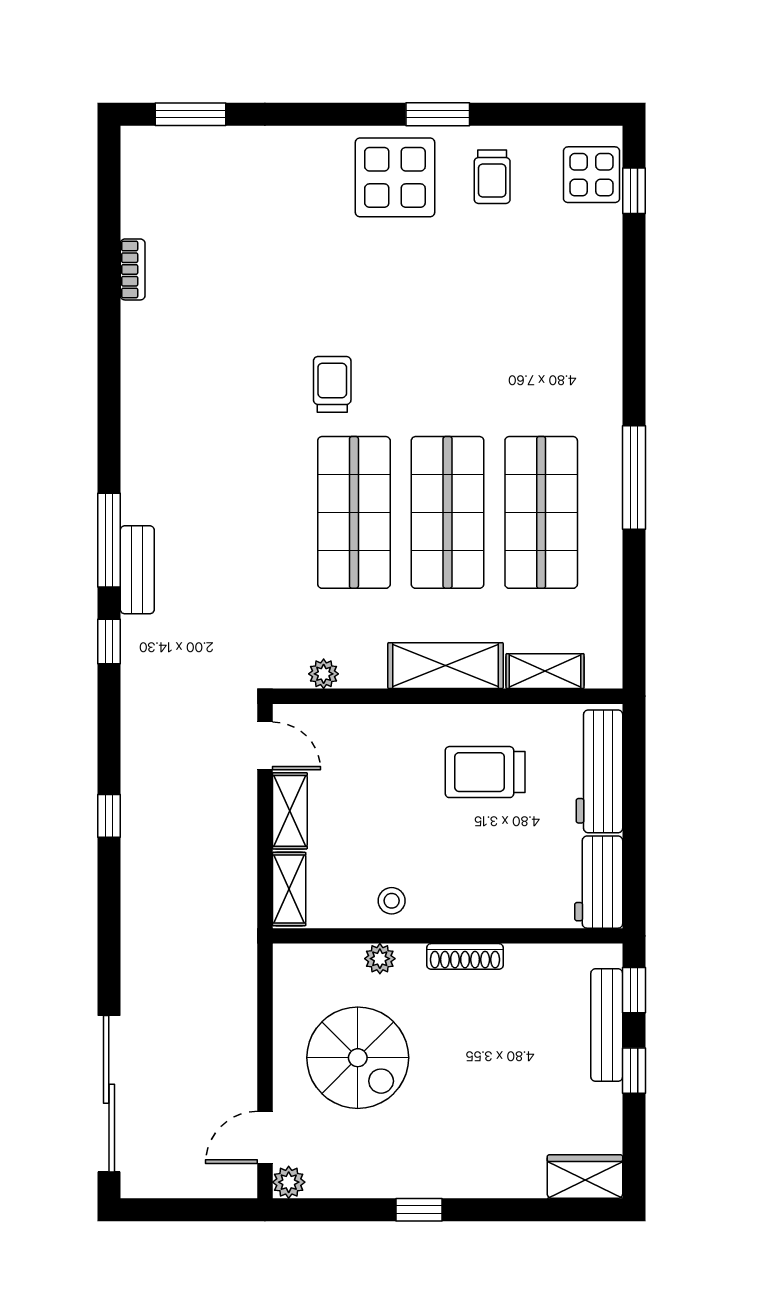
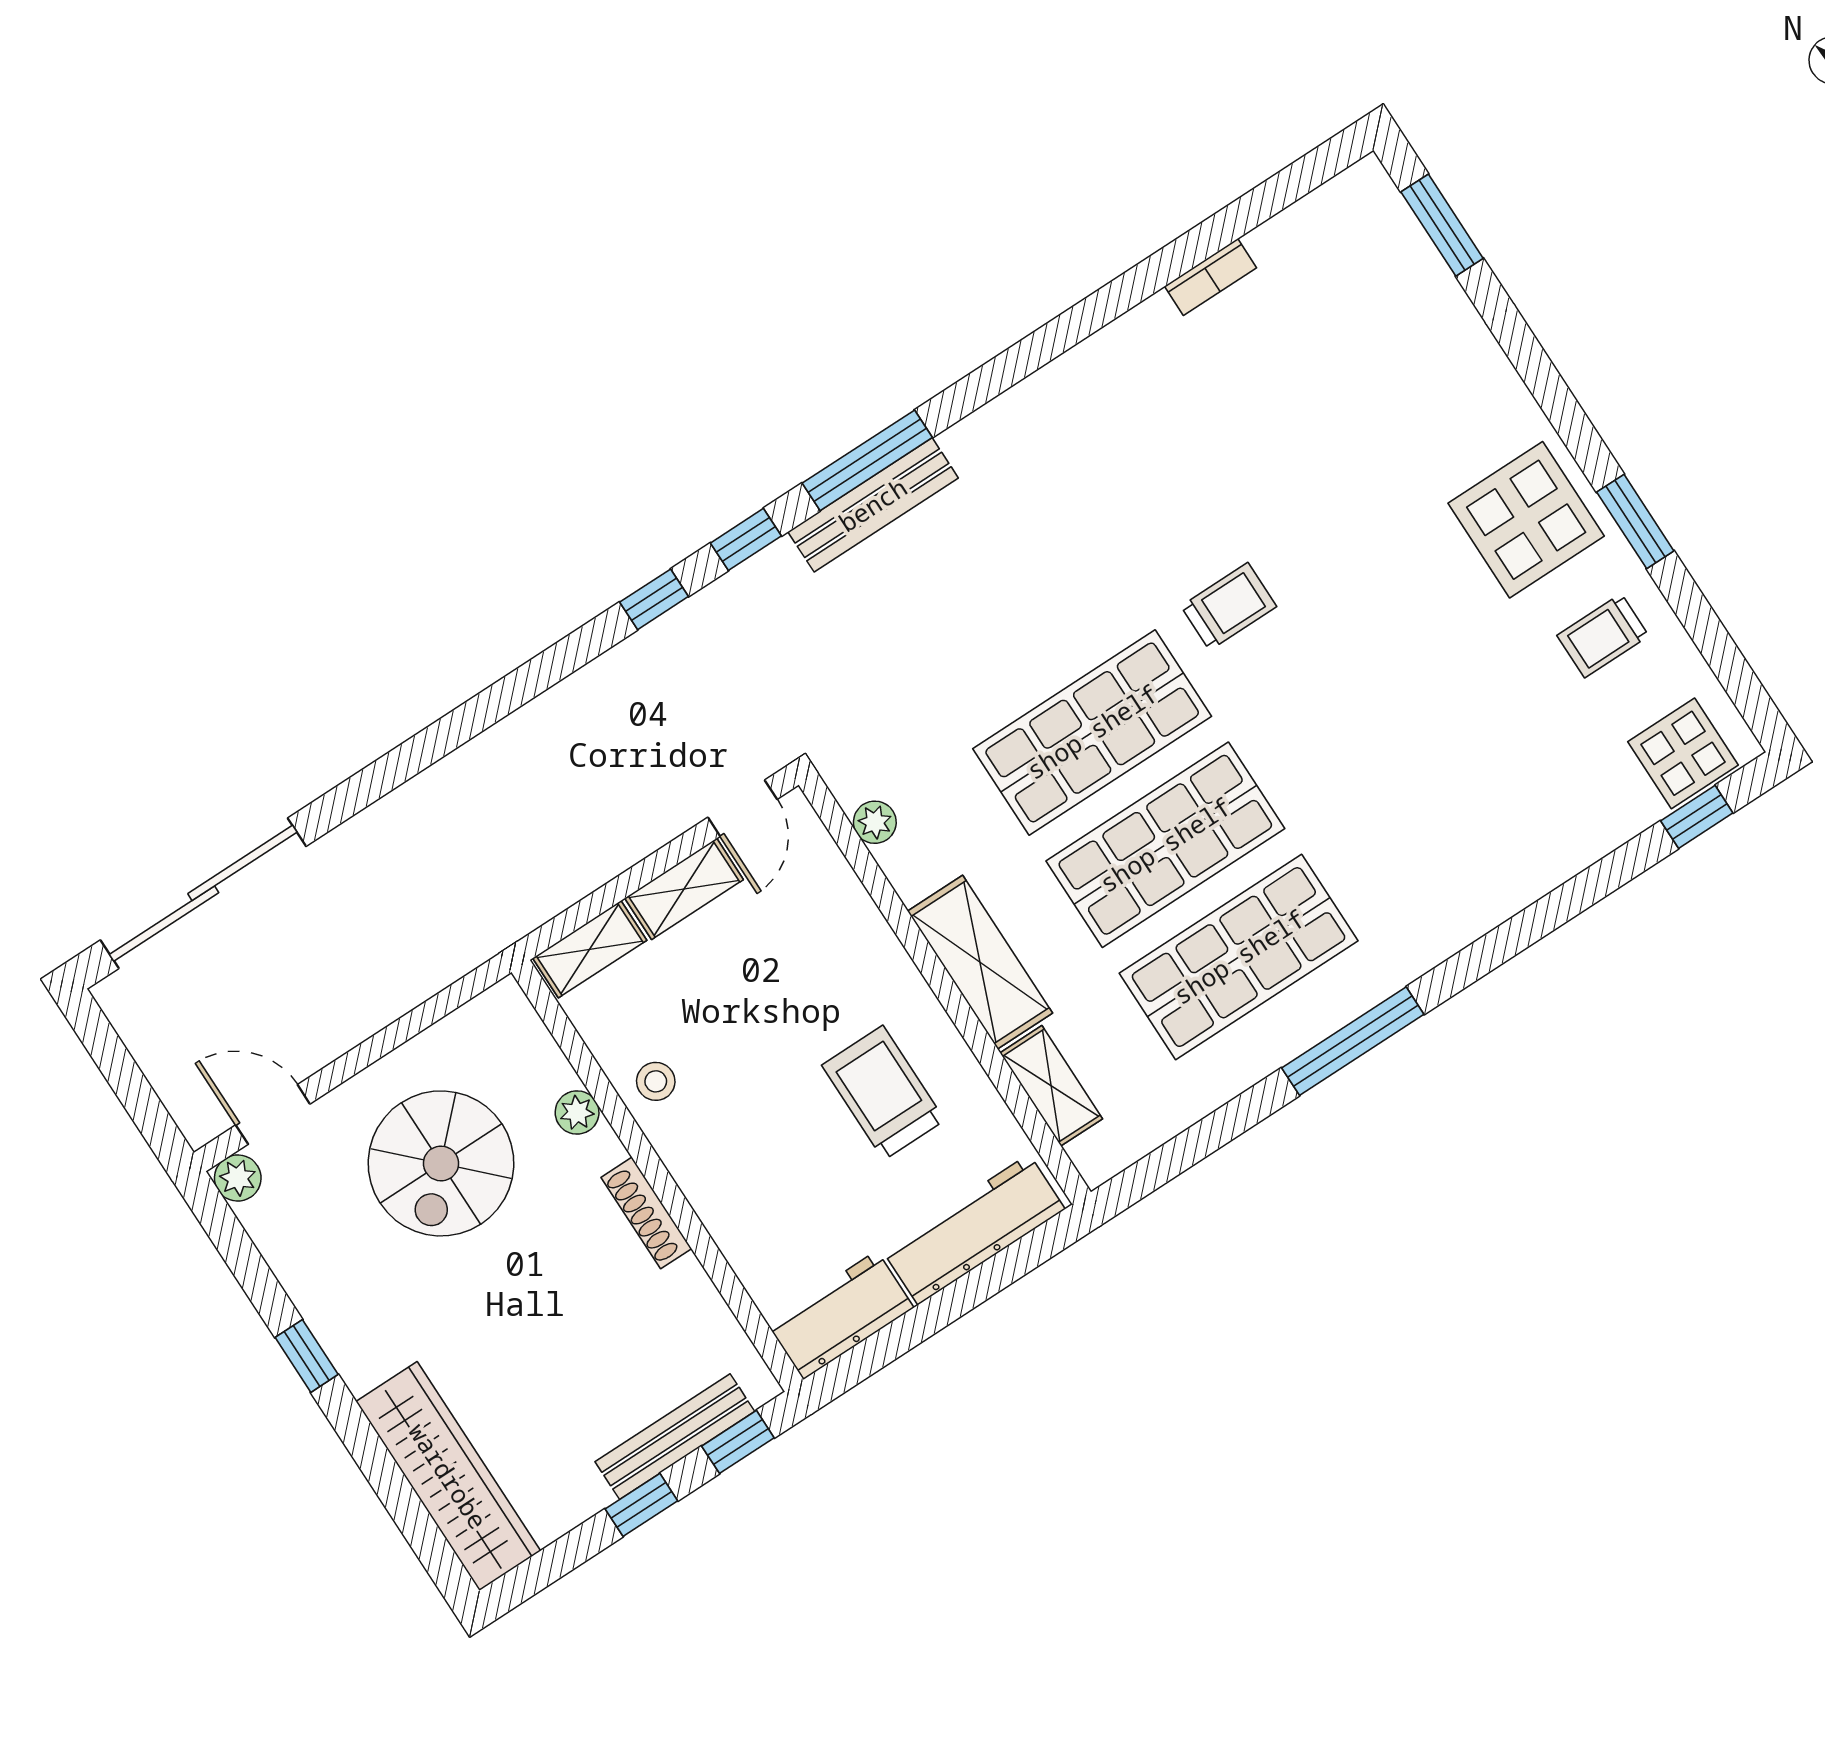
bench: (137, 570) -> (873, 505), width x1.36
window: (109, 816) -> (654, 599), moved
wardrobe: (585, 1177) -> (448, 1476), width x2.10, depth x1.17

